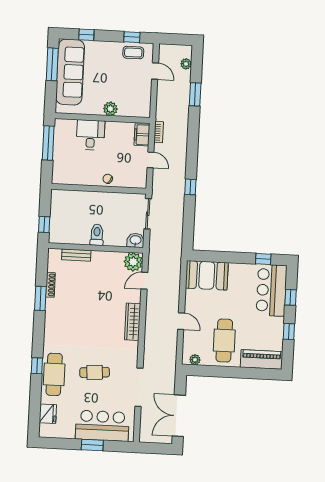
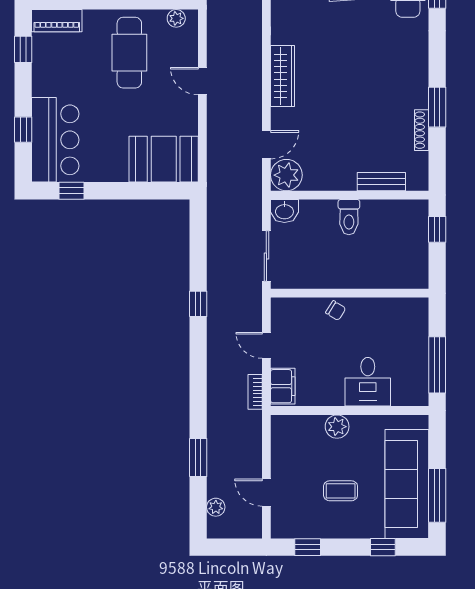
coffee table: (133, 53) -> (341, 491), moved
window: (289, 331) -> (23, 49), moved
piano: (261, 359) -> (57, 21), width x0.73, depth x0.75

